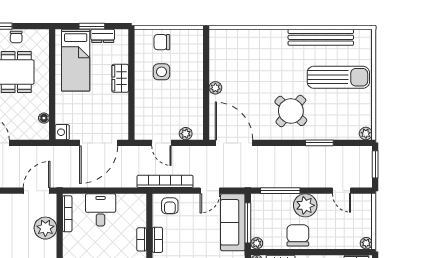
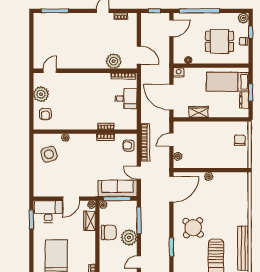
side table: (162, 72) -> (220, 140), removed
wardrobe: (120, 78) -> (199, 112), moved

